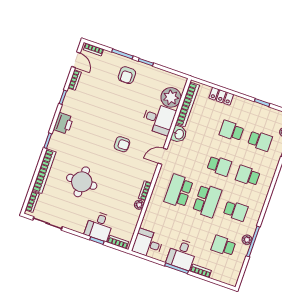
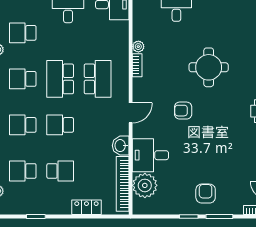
school desk: (248, 176) -> (23, 125), turned 180
round table: (82, 182) -> (209, 67), moved
school desk: (223, 246) -> (23, 33), turned 180

